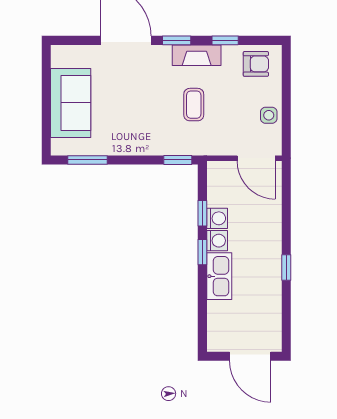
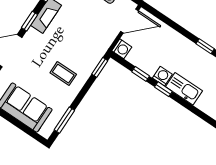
coffee table: (194, 105) -> (63, 74), moved
washing machine: (217, 218) -> (122, 49), moved, turned 90

